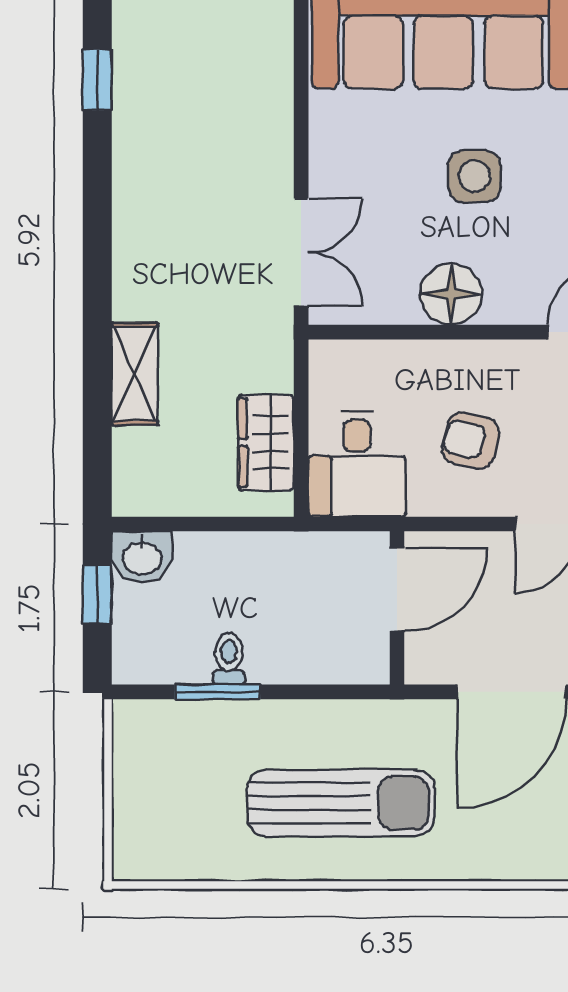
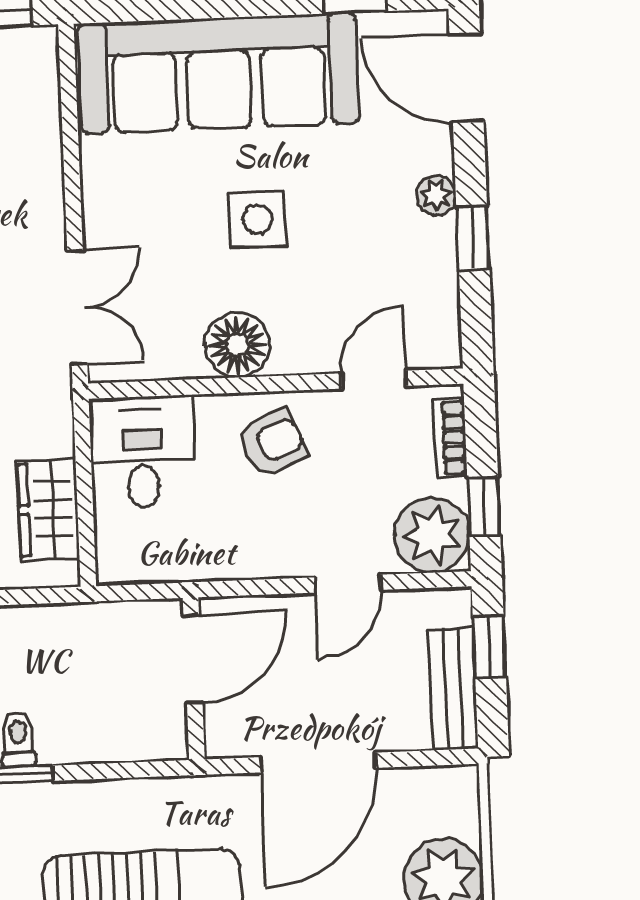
armchair: (470, 441) -> (272, 443), moved, turned 143
desk: (357, 464) -> (142, 452), moved, turned 180

